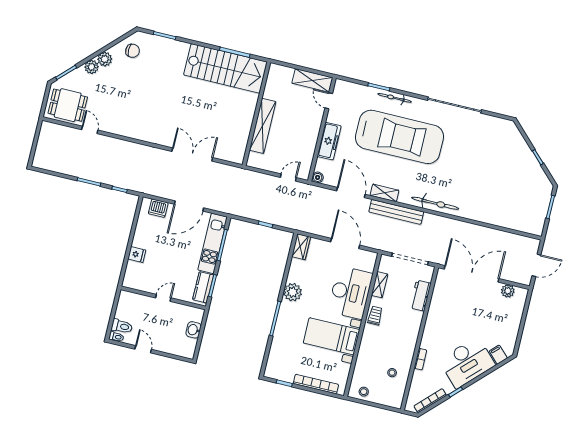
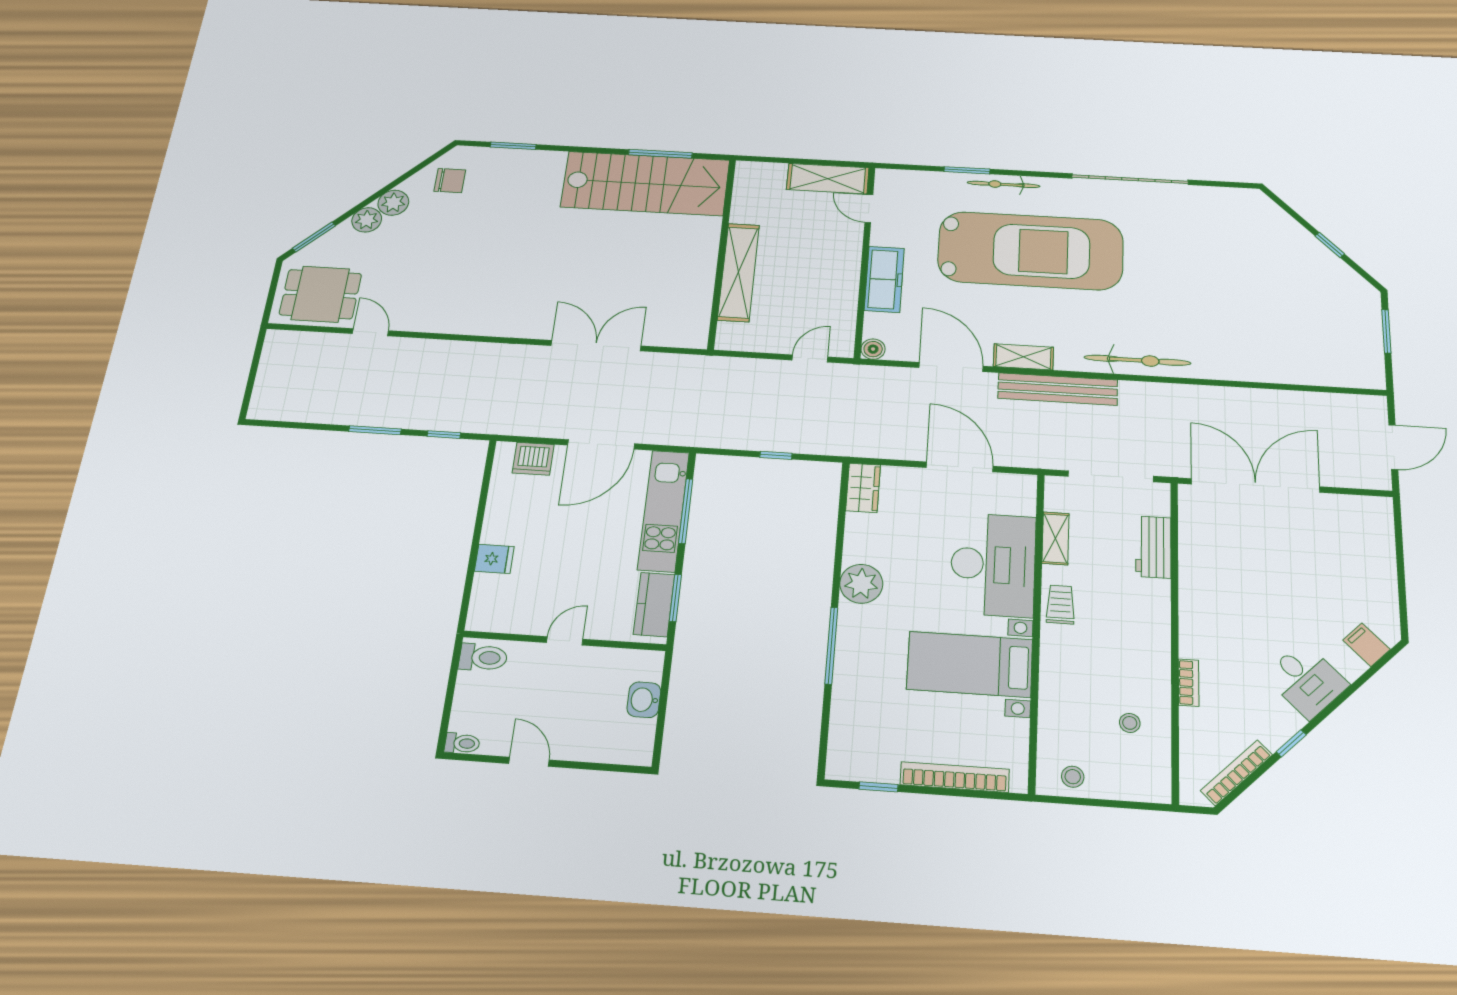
plant: (508, 291) -> (1347, 508), removed
toilet: (122, 326) -> (483, 657), moved
desk: (467, 363) -> (1306, 680), width x0.53, depth x0.77

